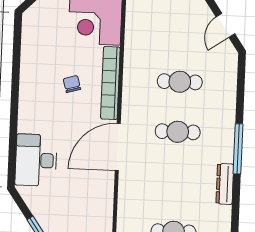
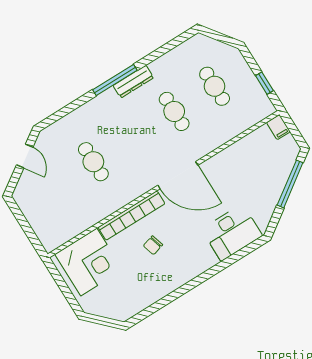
door: (225, 25) -> (25, 156), hinge flipped
cafe table: (178, 132) -> (174, 111), moved
dresser: (225, 184) -> (133, 82), moved

